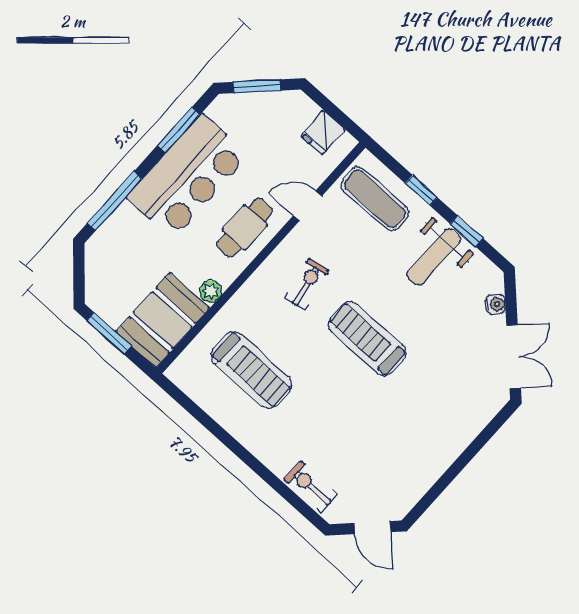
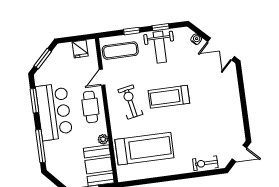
exercise bike: (307, 284) -> (130, 102), width x1.38, depth x1.39
double door: (514, 357) -> (221, 49), swing flipped
treadmill: (251, 370) -> (144, 149), width x1.37, depth x1.38

